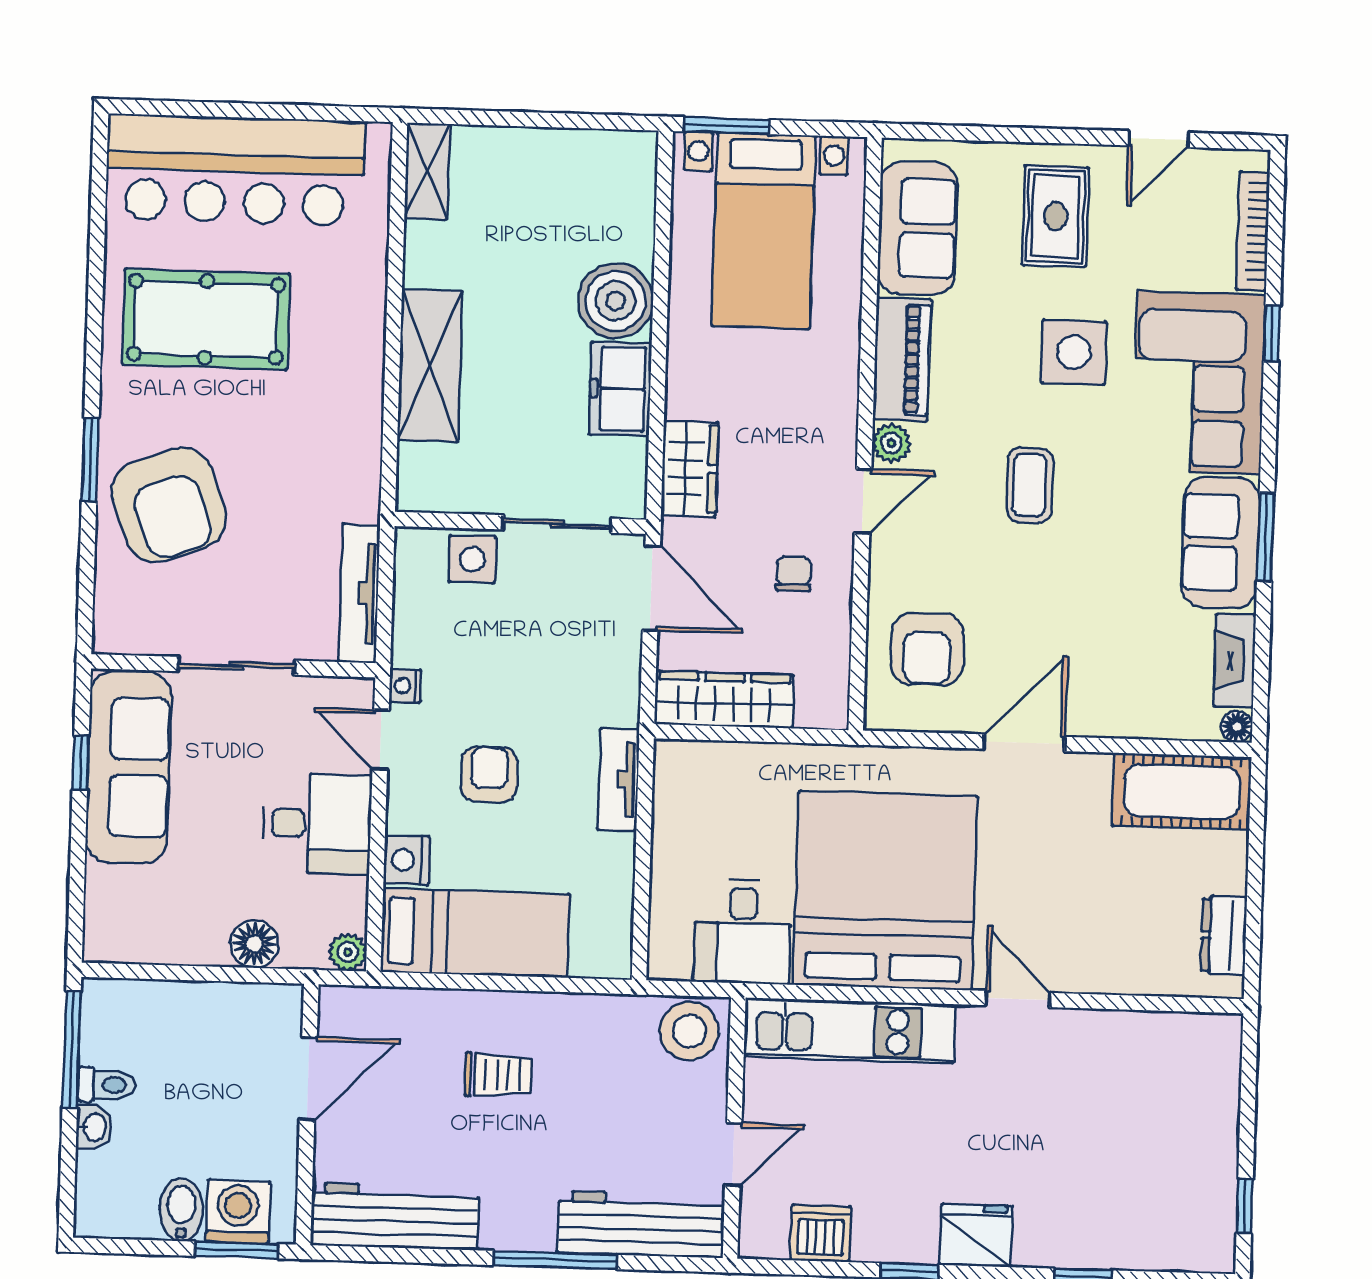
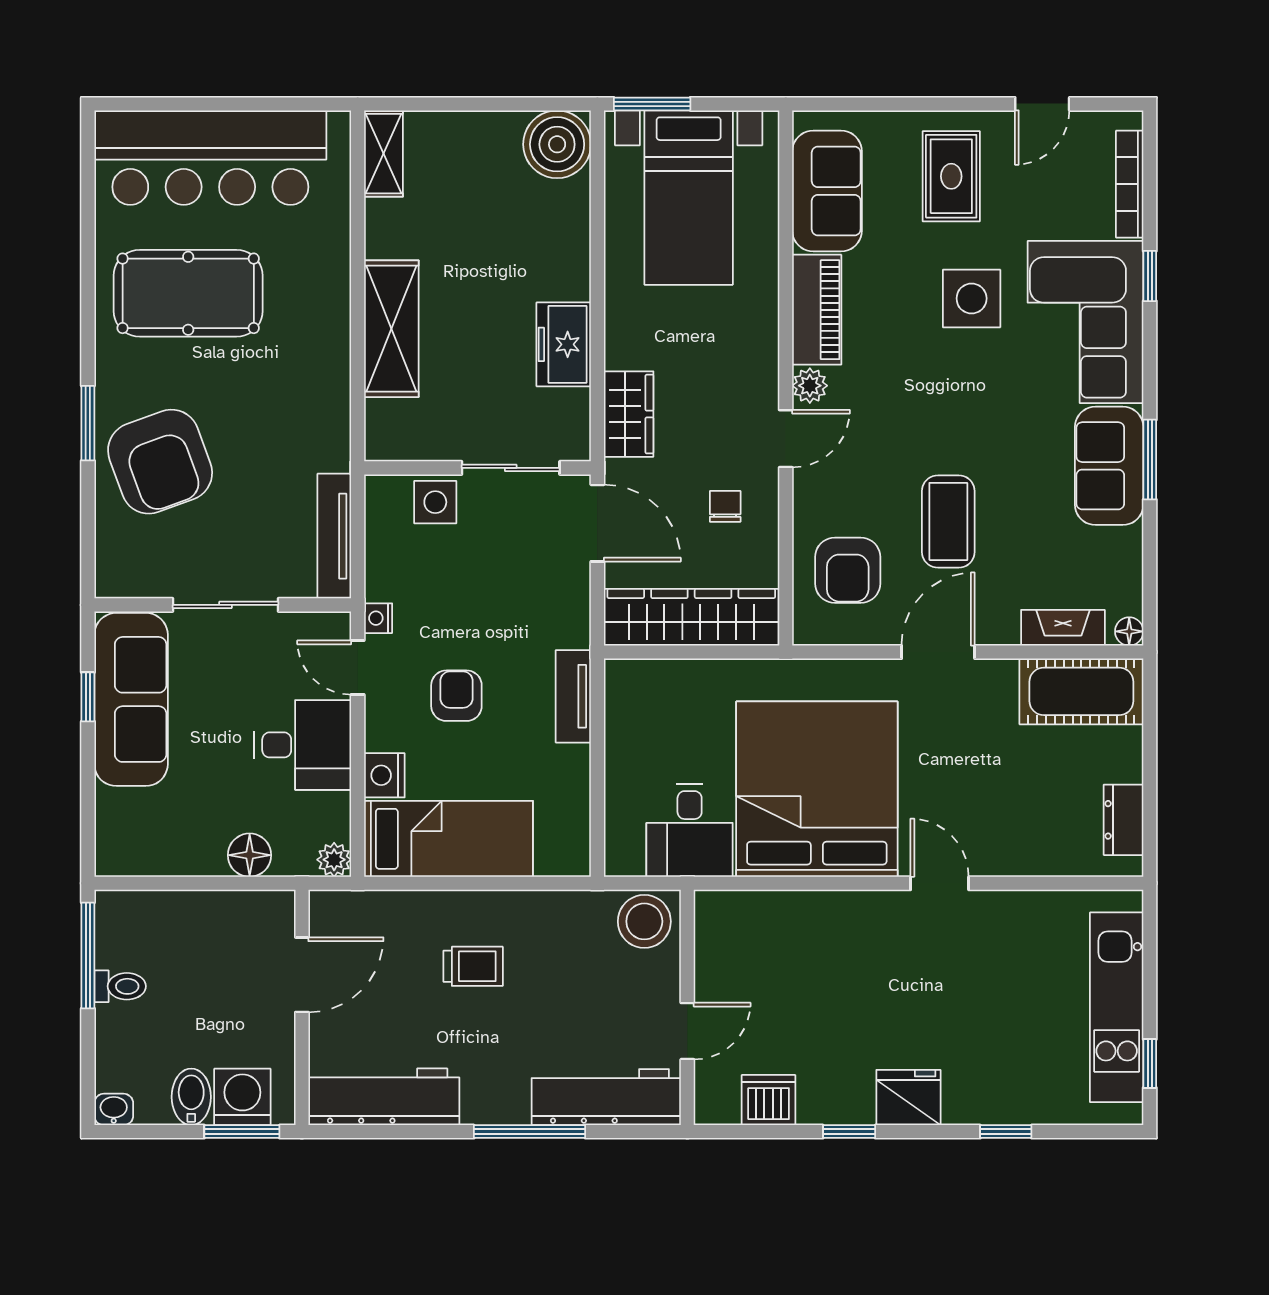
boiler: (616, 301) -> (557, 144), moved
coffee table: (1030, 485) -> (948, 522), moved, width x1.36, depth x1.30
fireplace: (1235, 661) -> (1063, 628), moved, turned 90
wardrobe: (724, 699) -> (691, 617), width x1.40, depth x1.17
kitchen unit: (849, 1031) -> (1117, 1007), moved, turned 90
washbasin: (94, 1127) -> (114, 1109), moved, turned -90

